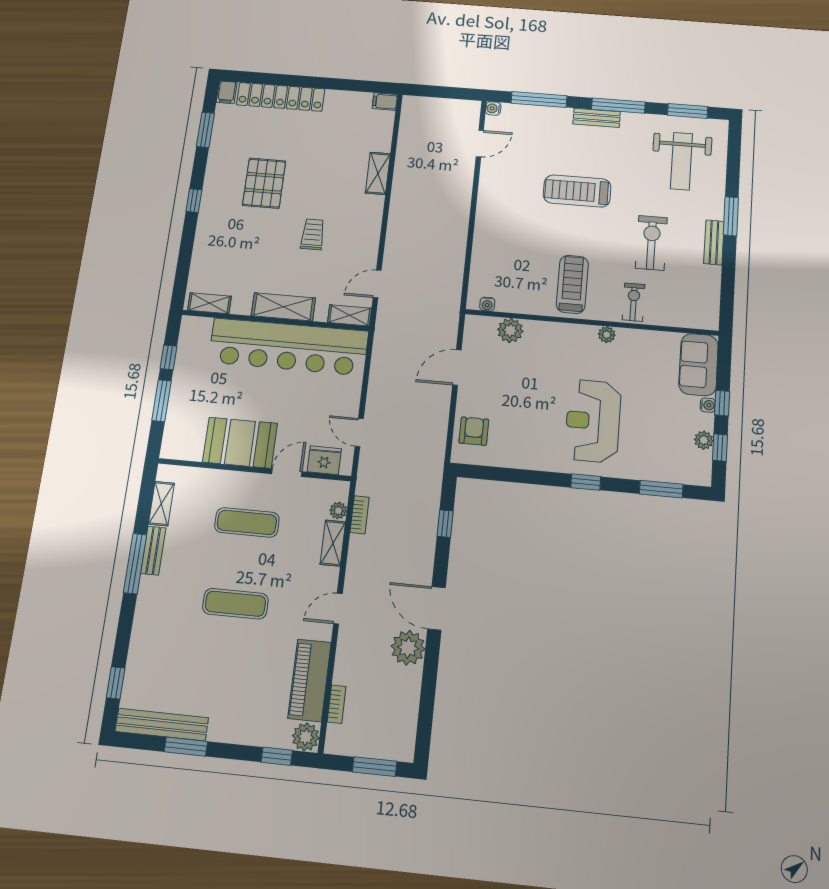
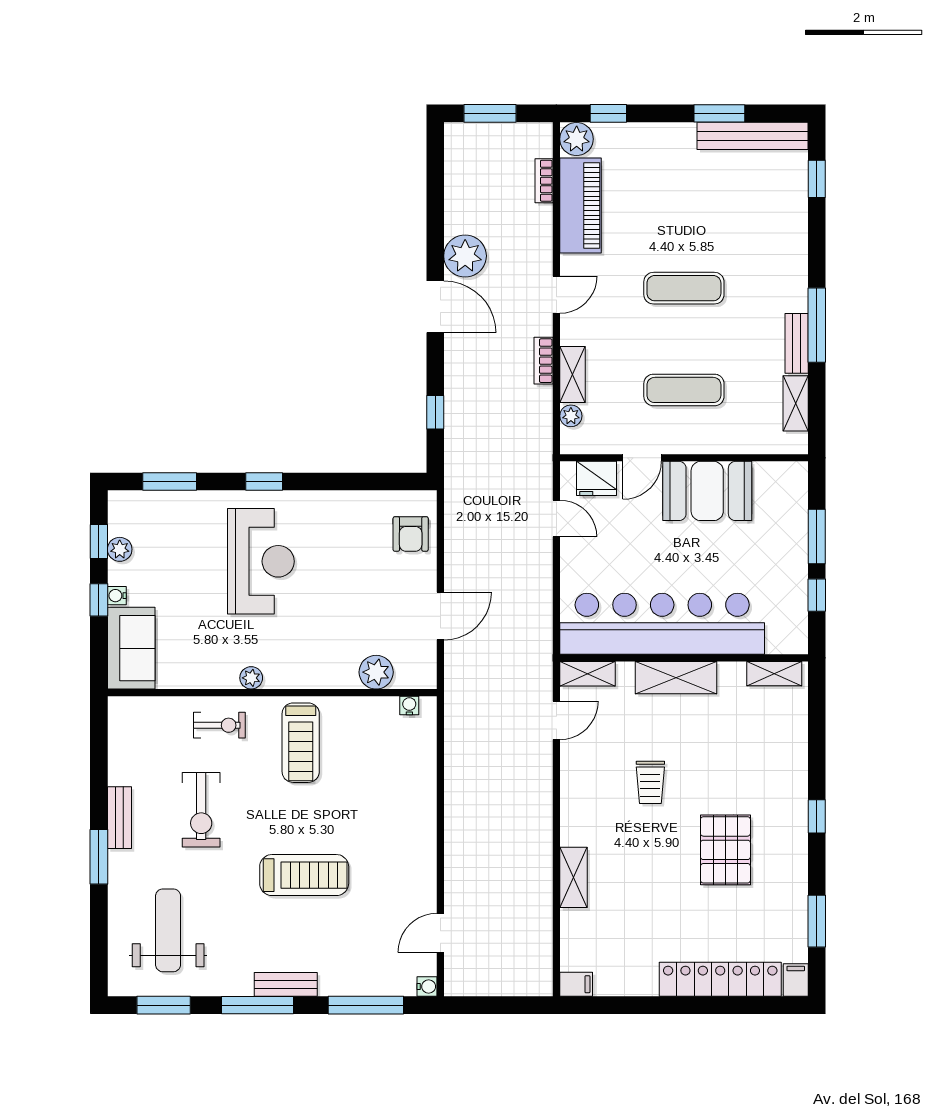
exercise bike: (634, 302) -> (219, 725), turned -90
bookcase: (360, 515) -> (543, 361), moved

